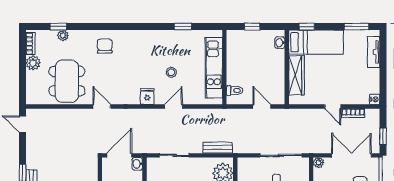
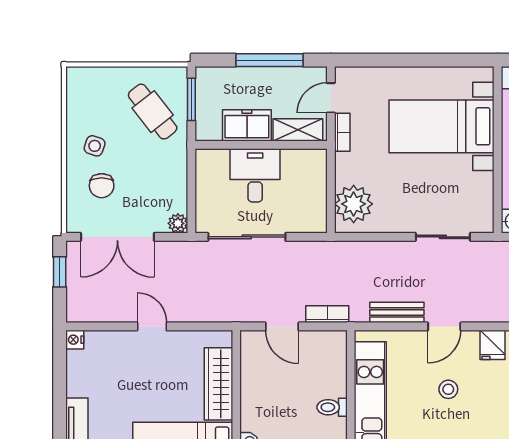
toilet: (235, 91) -> (332, 407), moved
bookcase: (353, 113) -> (327, 314), moved
bench: (218, 148) -> (397, 312), moved

